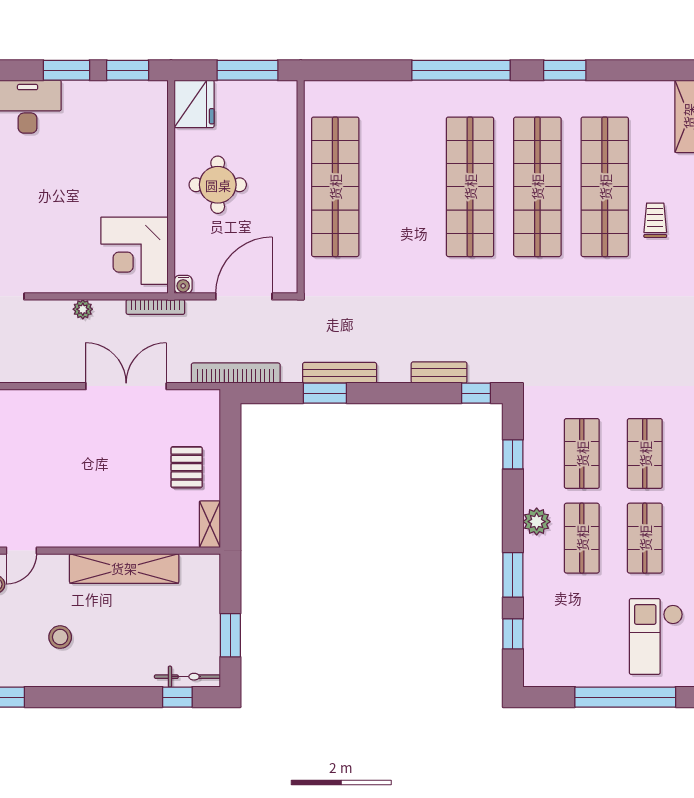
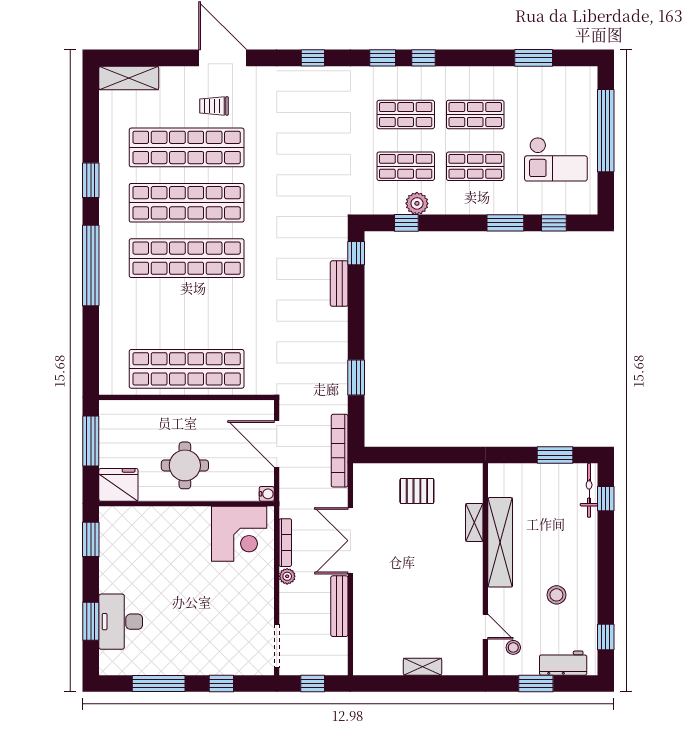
window: (66, 70) -> (91, 621), moved
bookcase: (155, 307) -> (285, 543), moved
bench: (340, 373) -> (339, 606), moved
plant: (537, 522) -> (417, 203), moved
shelving: (210, 524) -> (474, 522), moved, turned 90
checkout: (656, 636) -> (556, 159), moved

